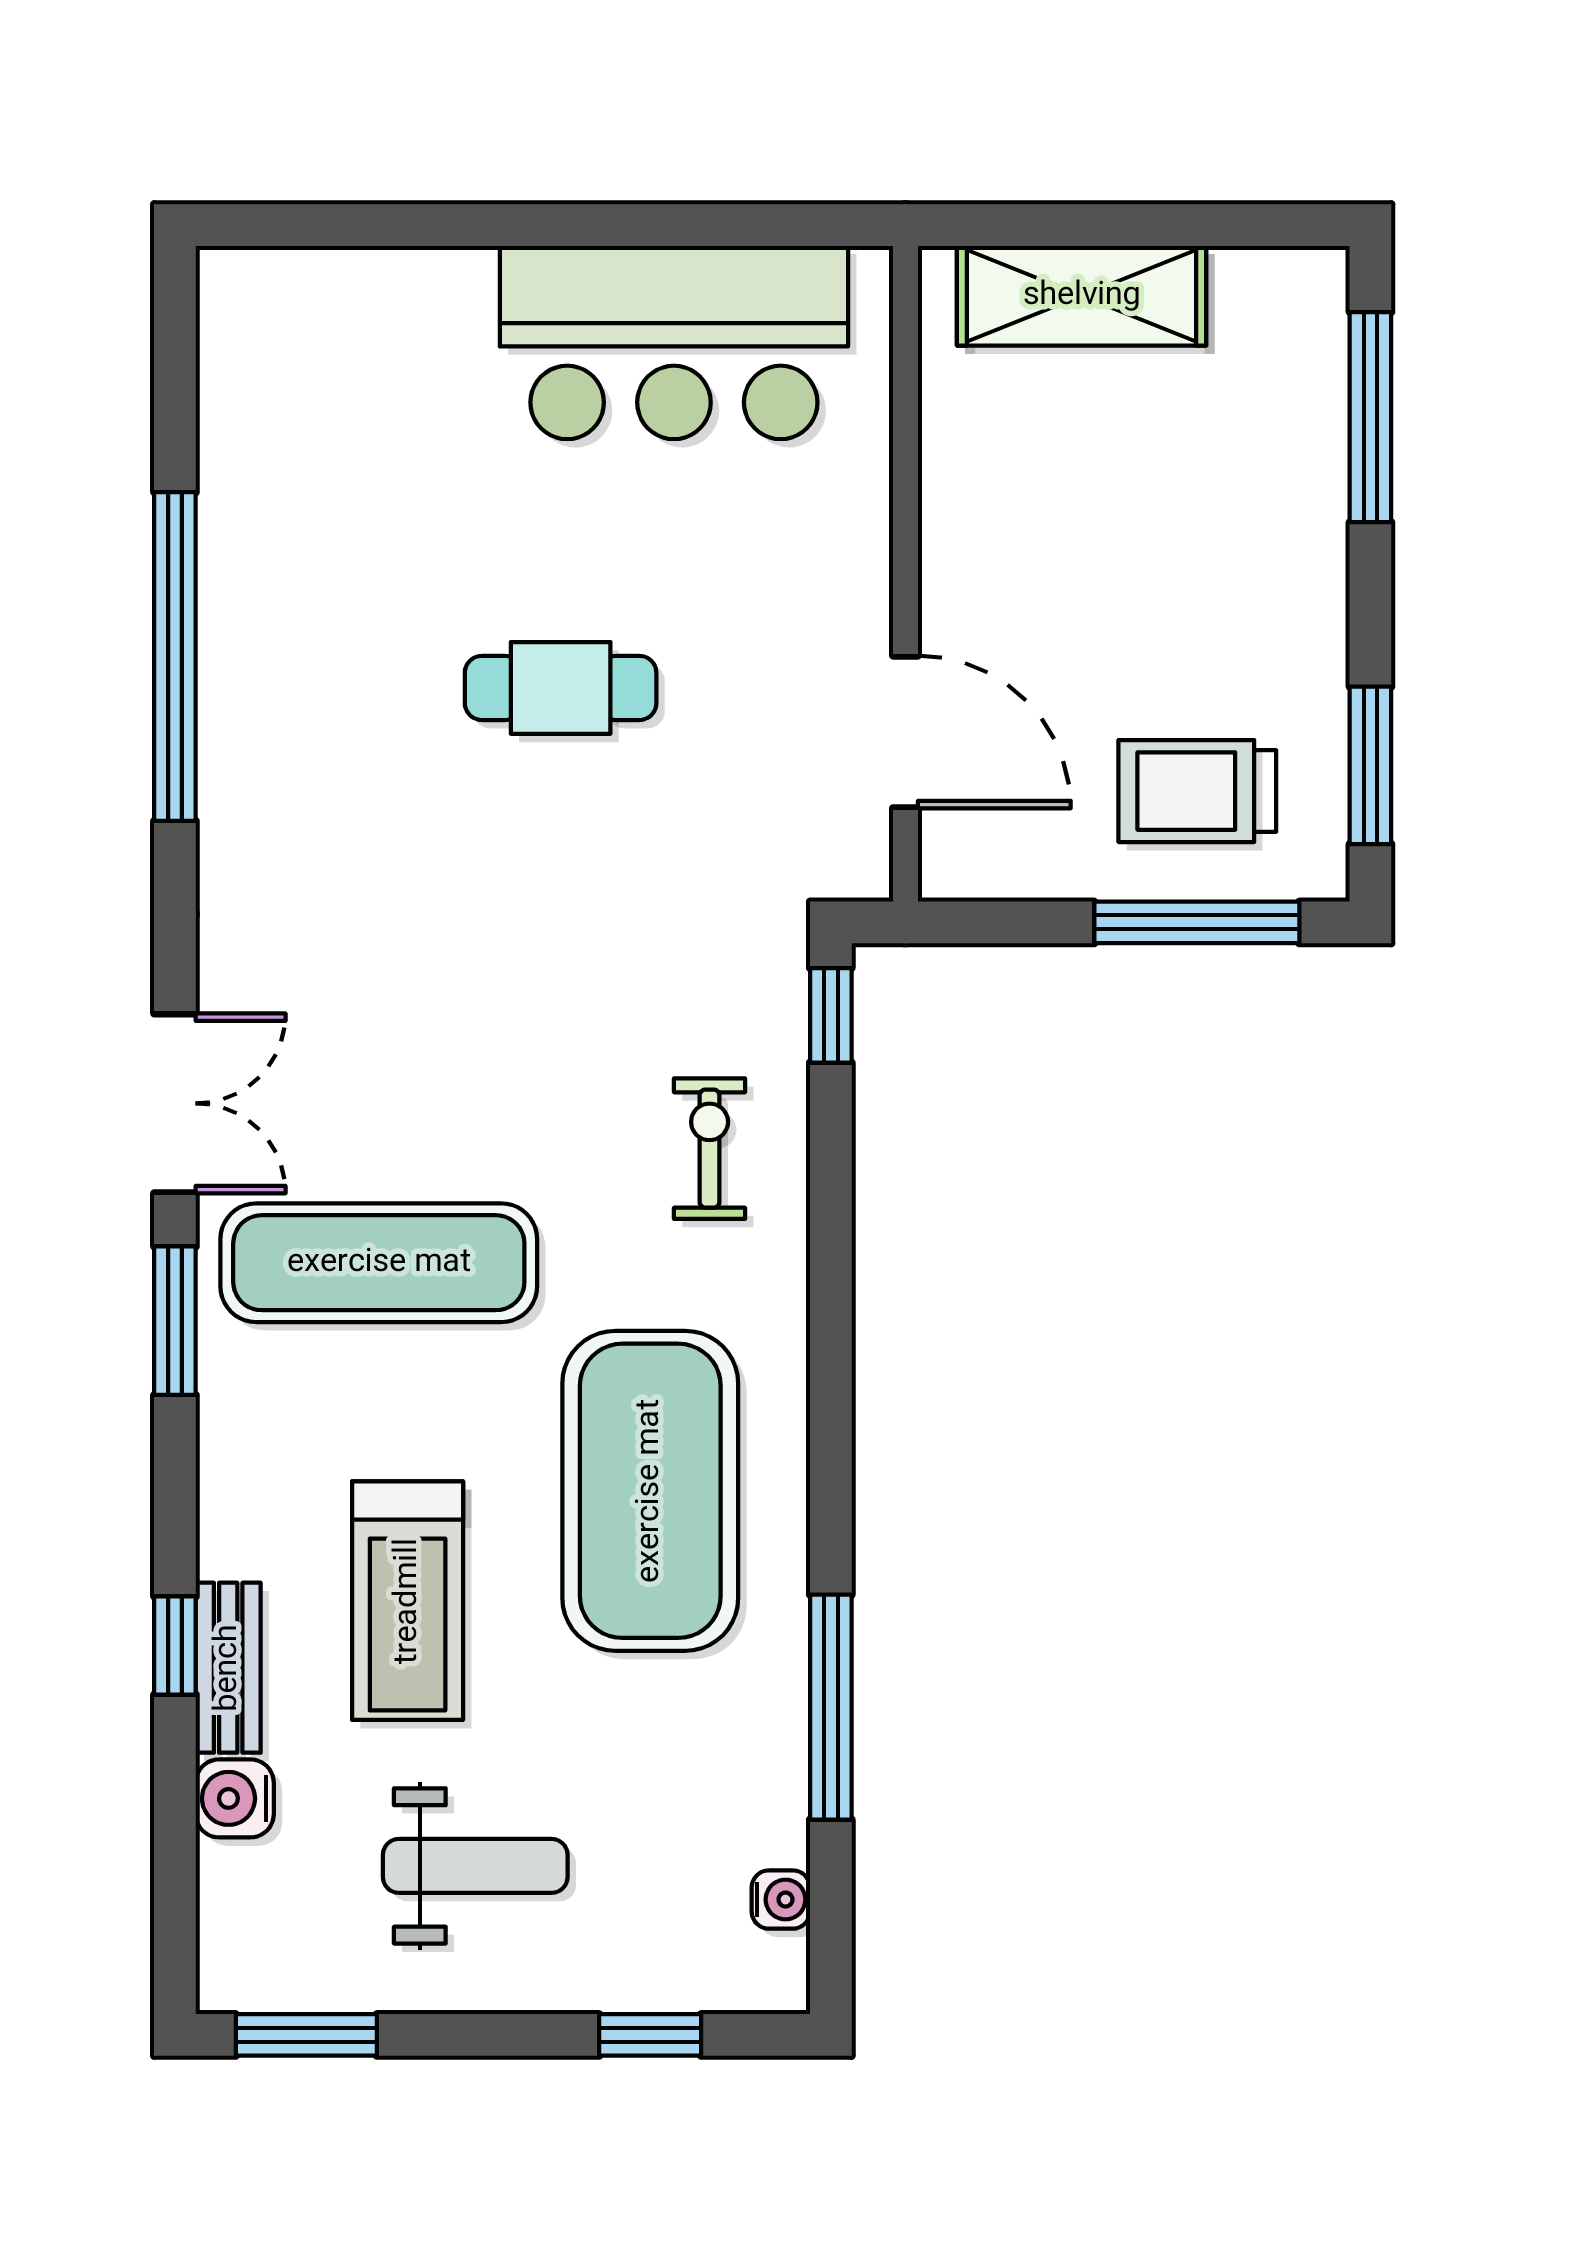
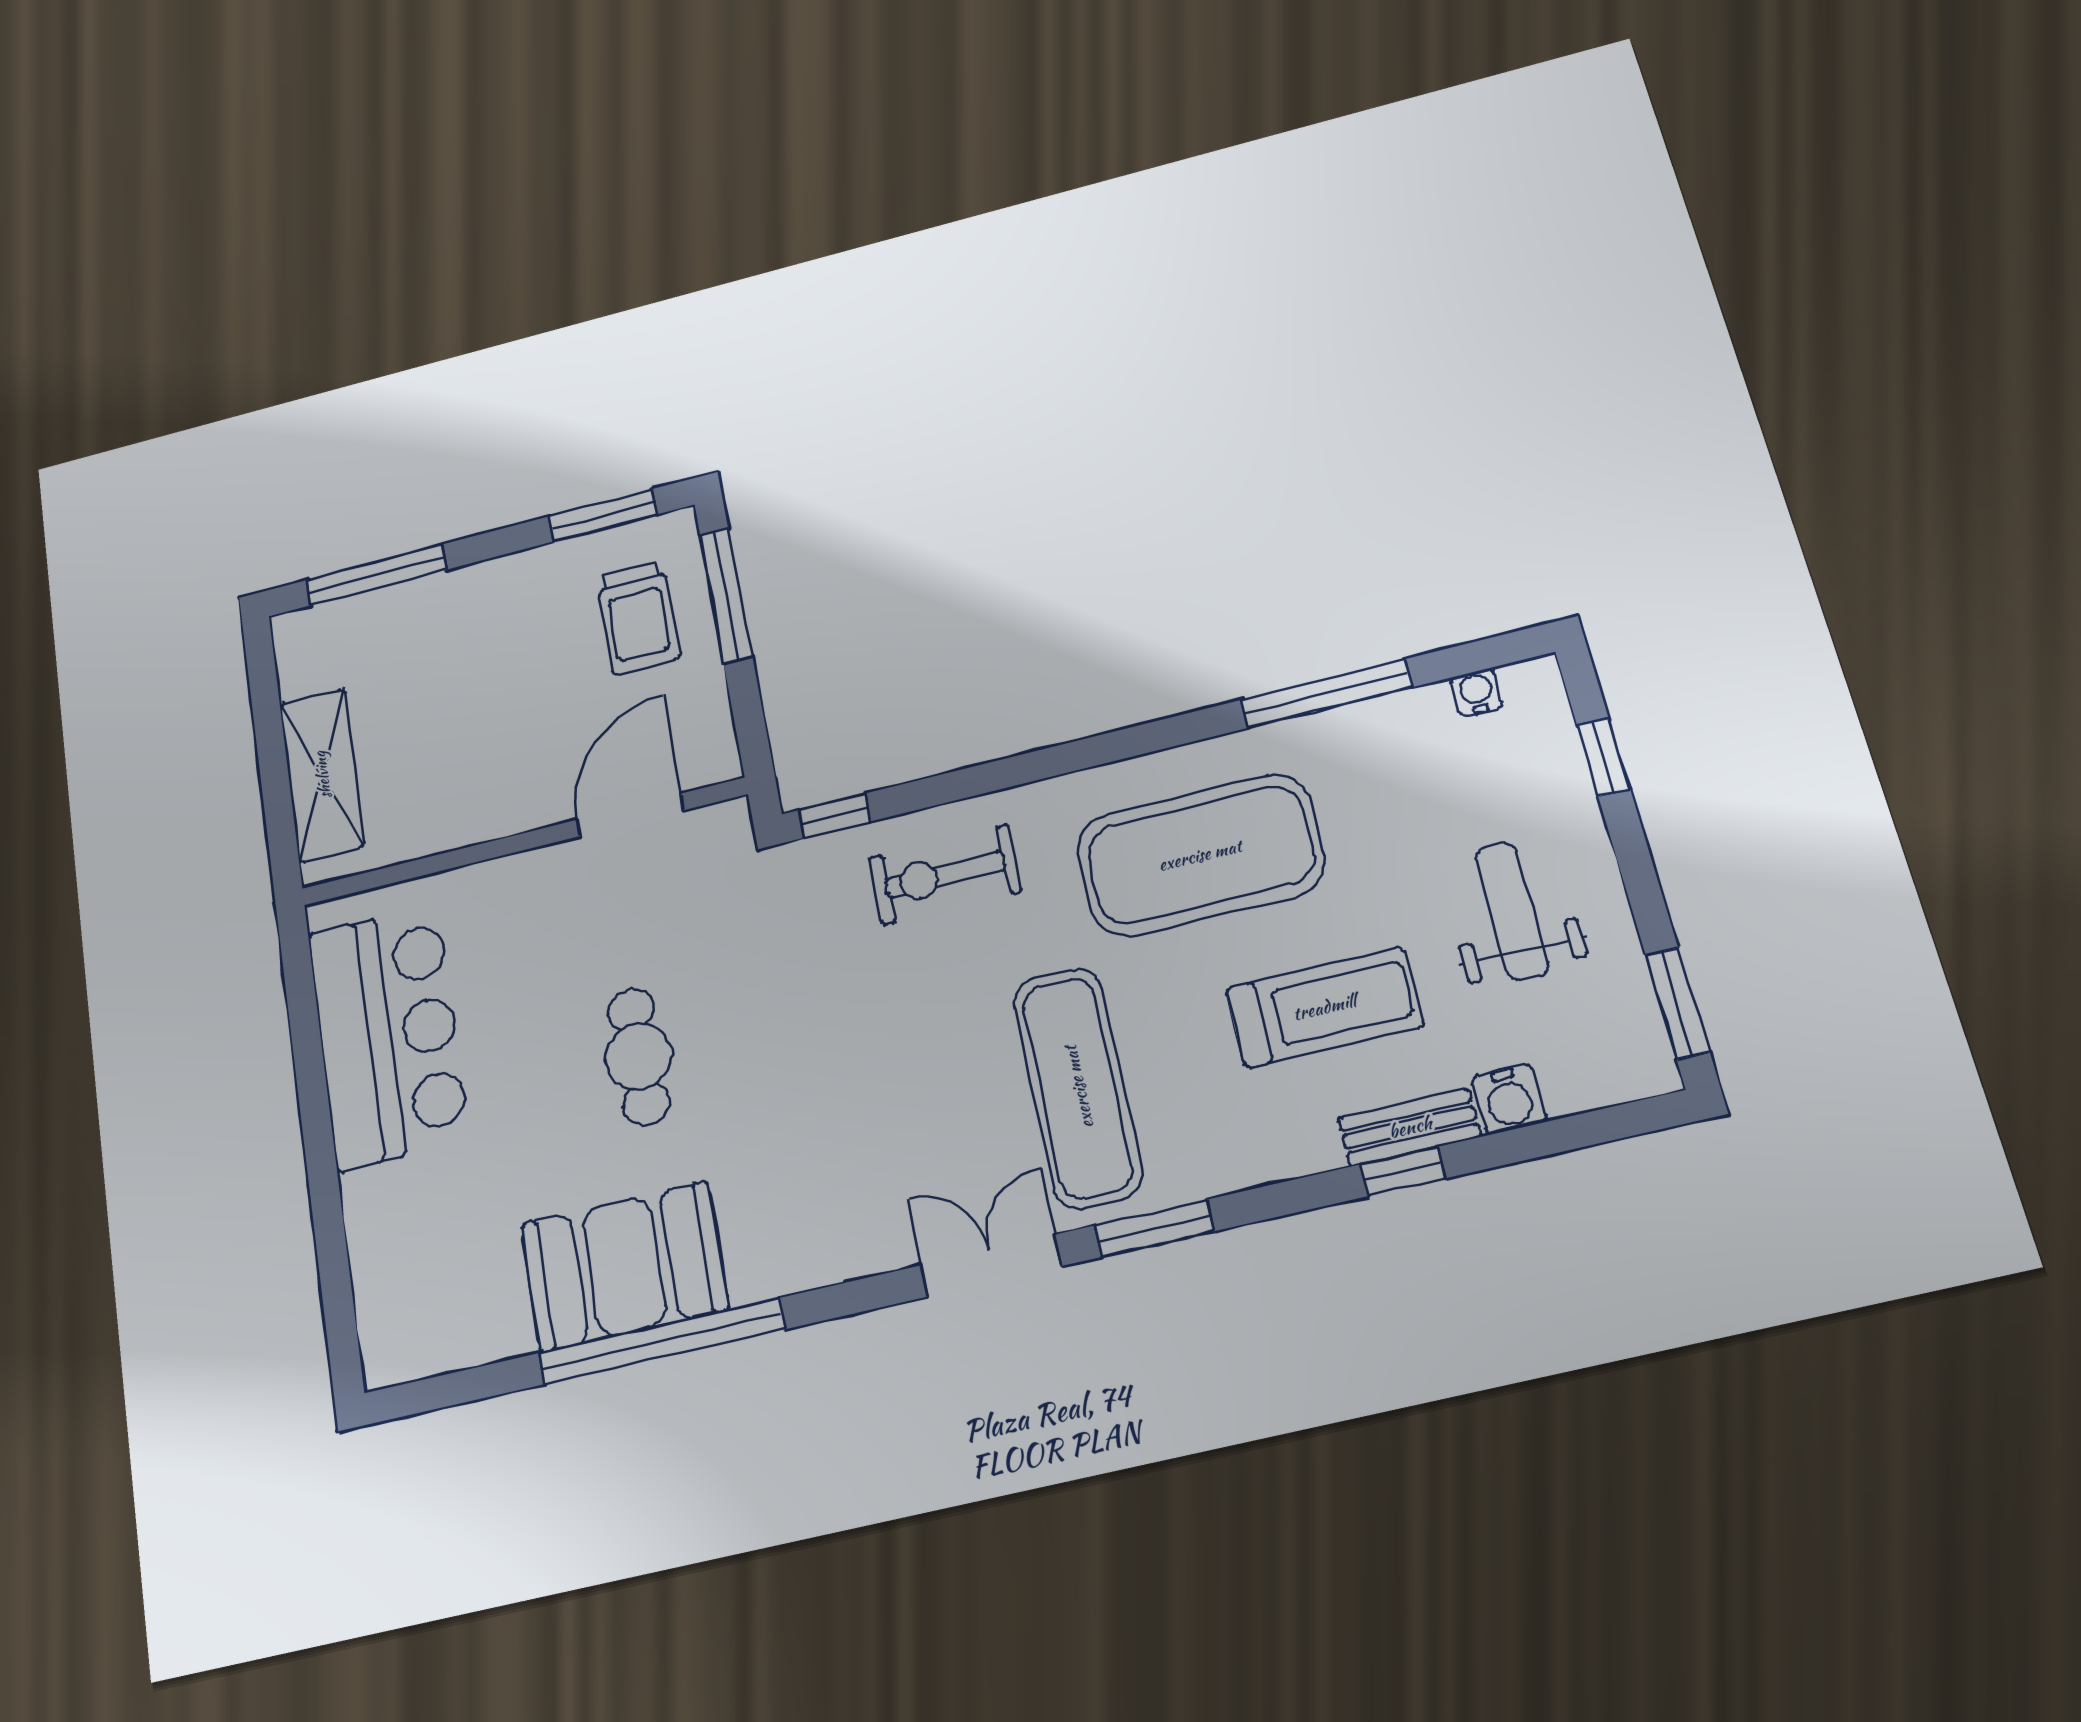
booth: (283, 623) -> (624, 1266), added
exercise bike: (710, 1149) -> (945, 874), width x1.38, depth x1.39

